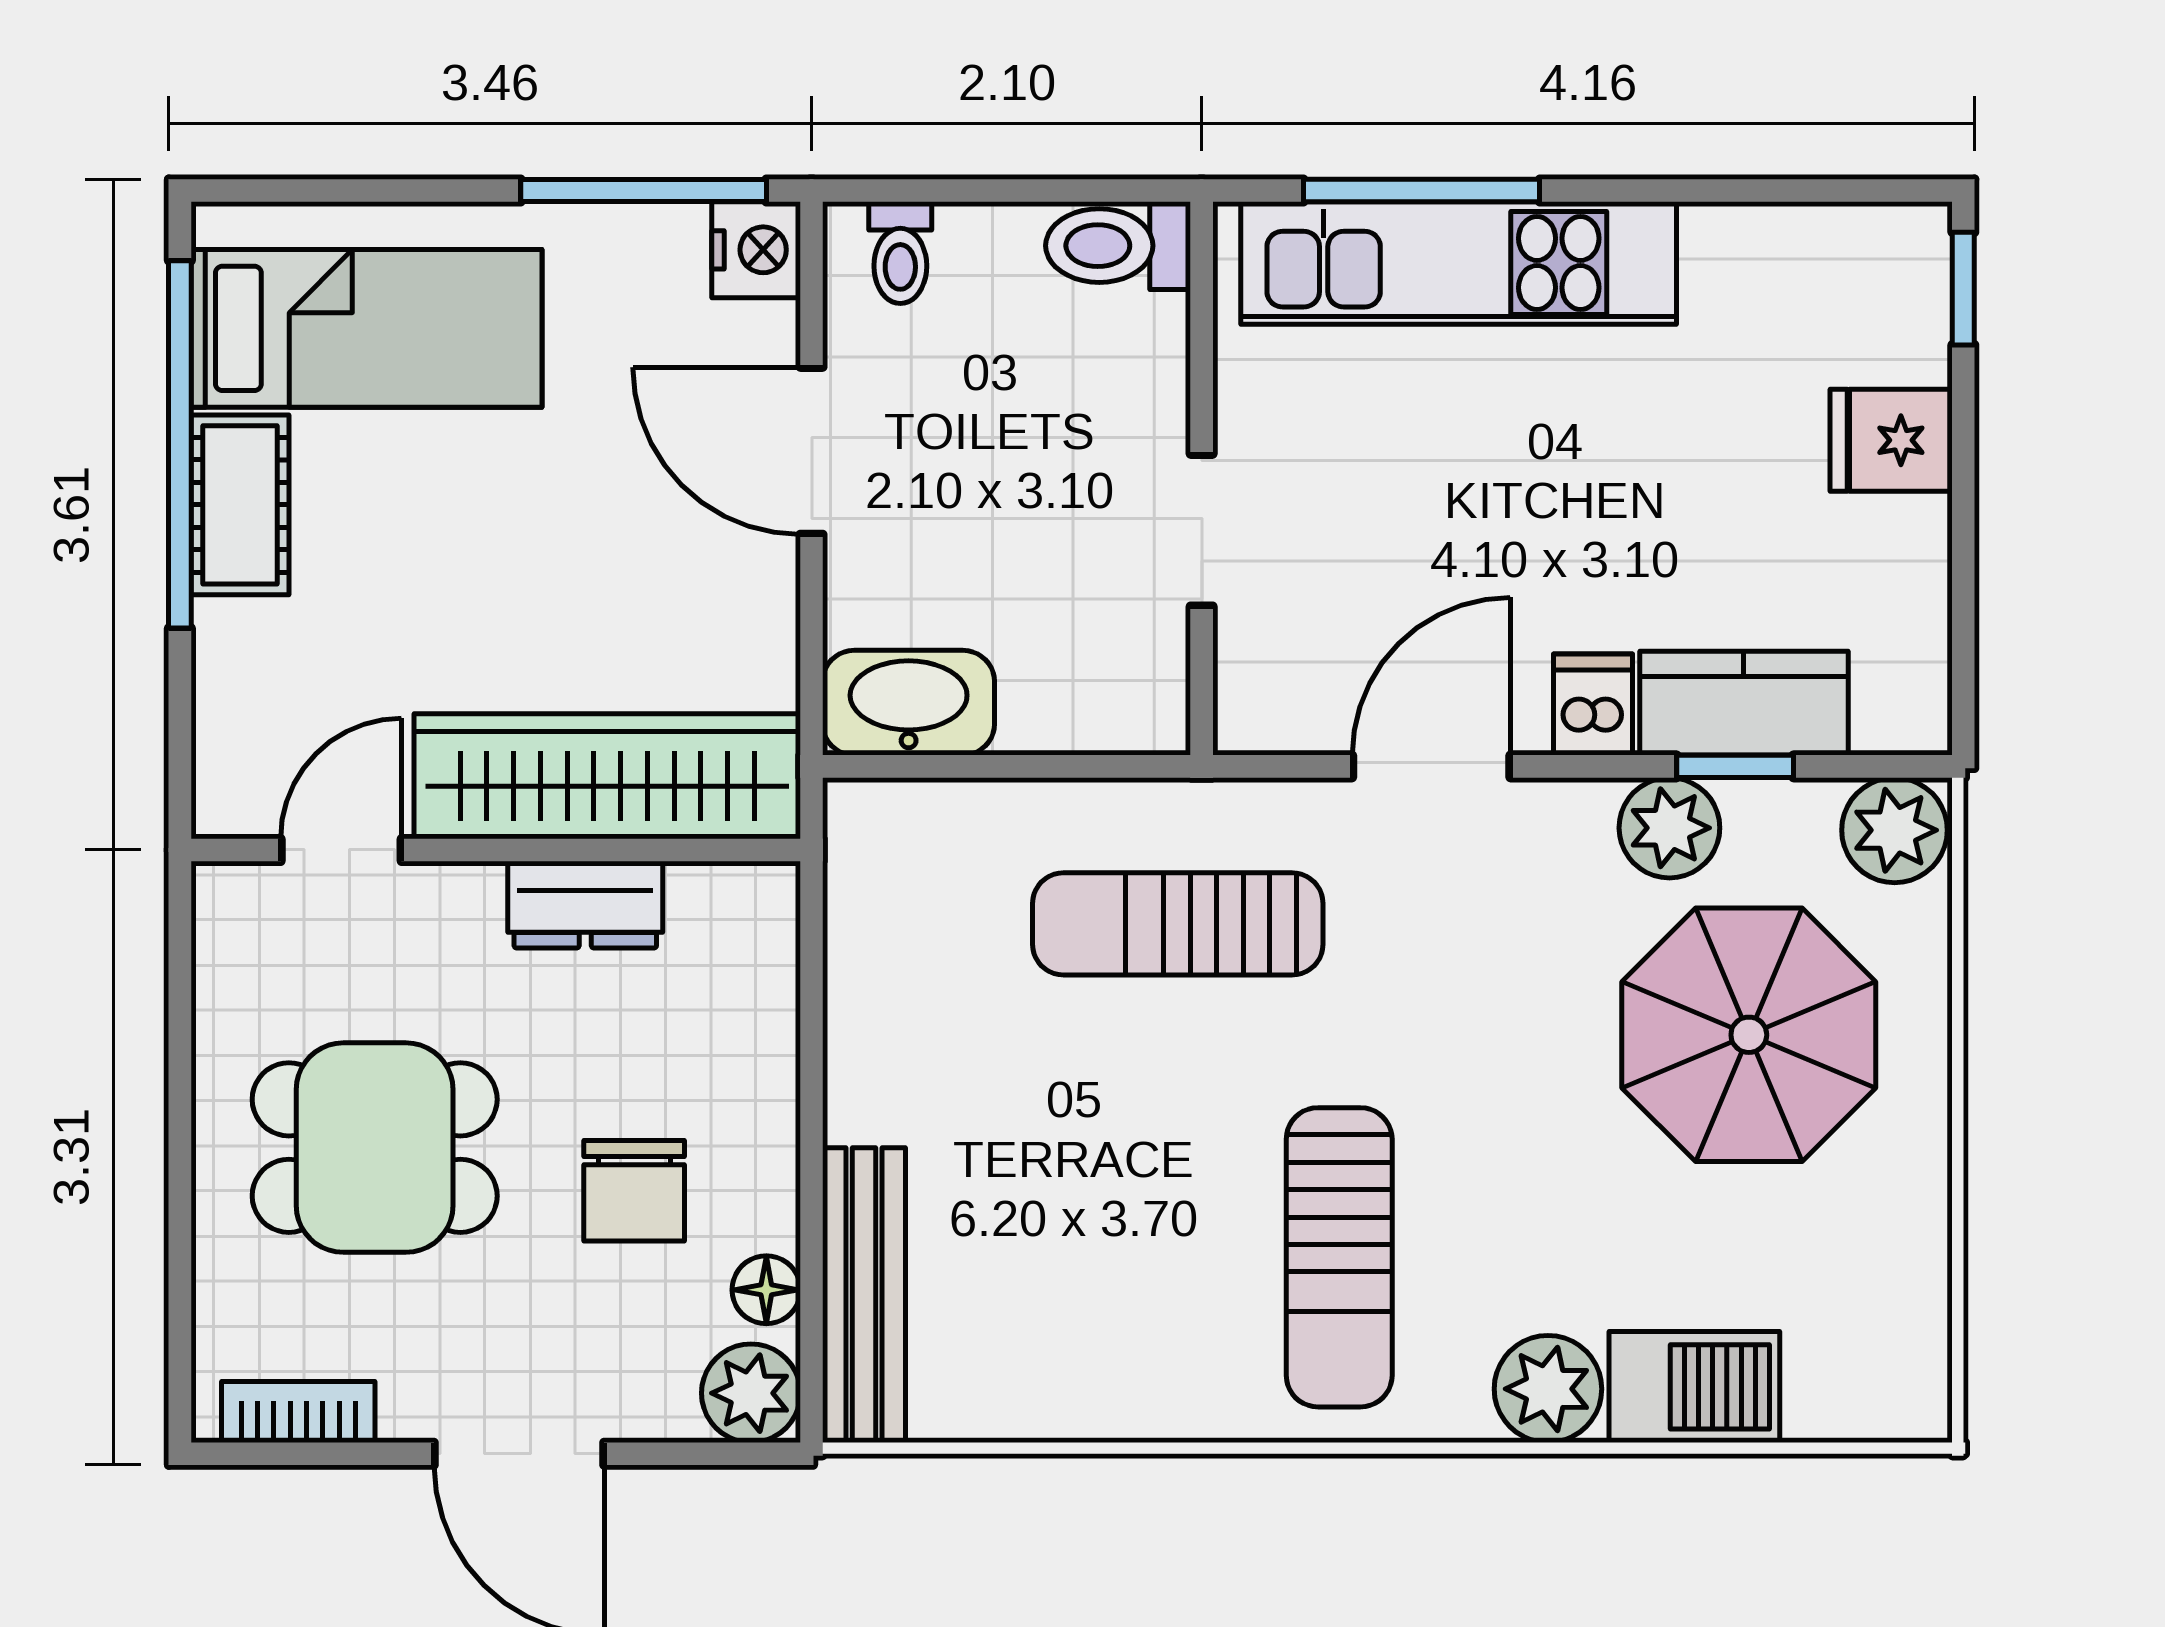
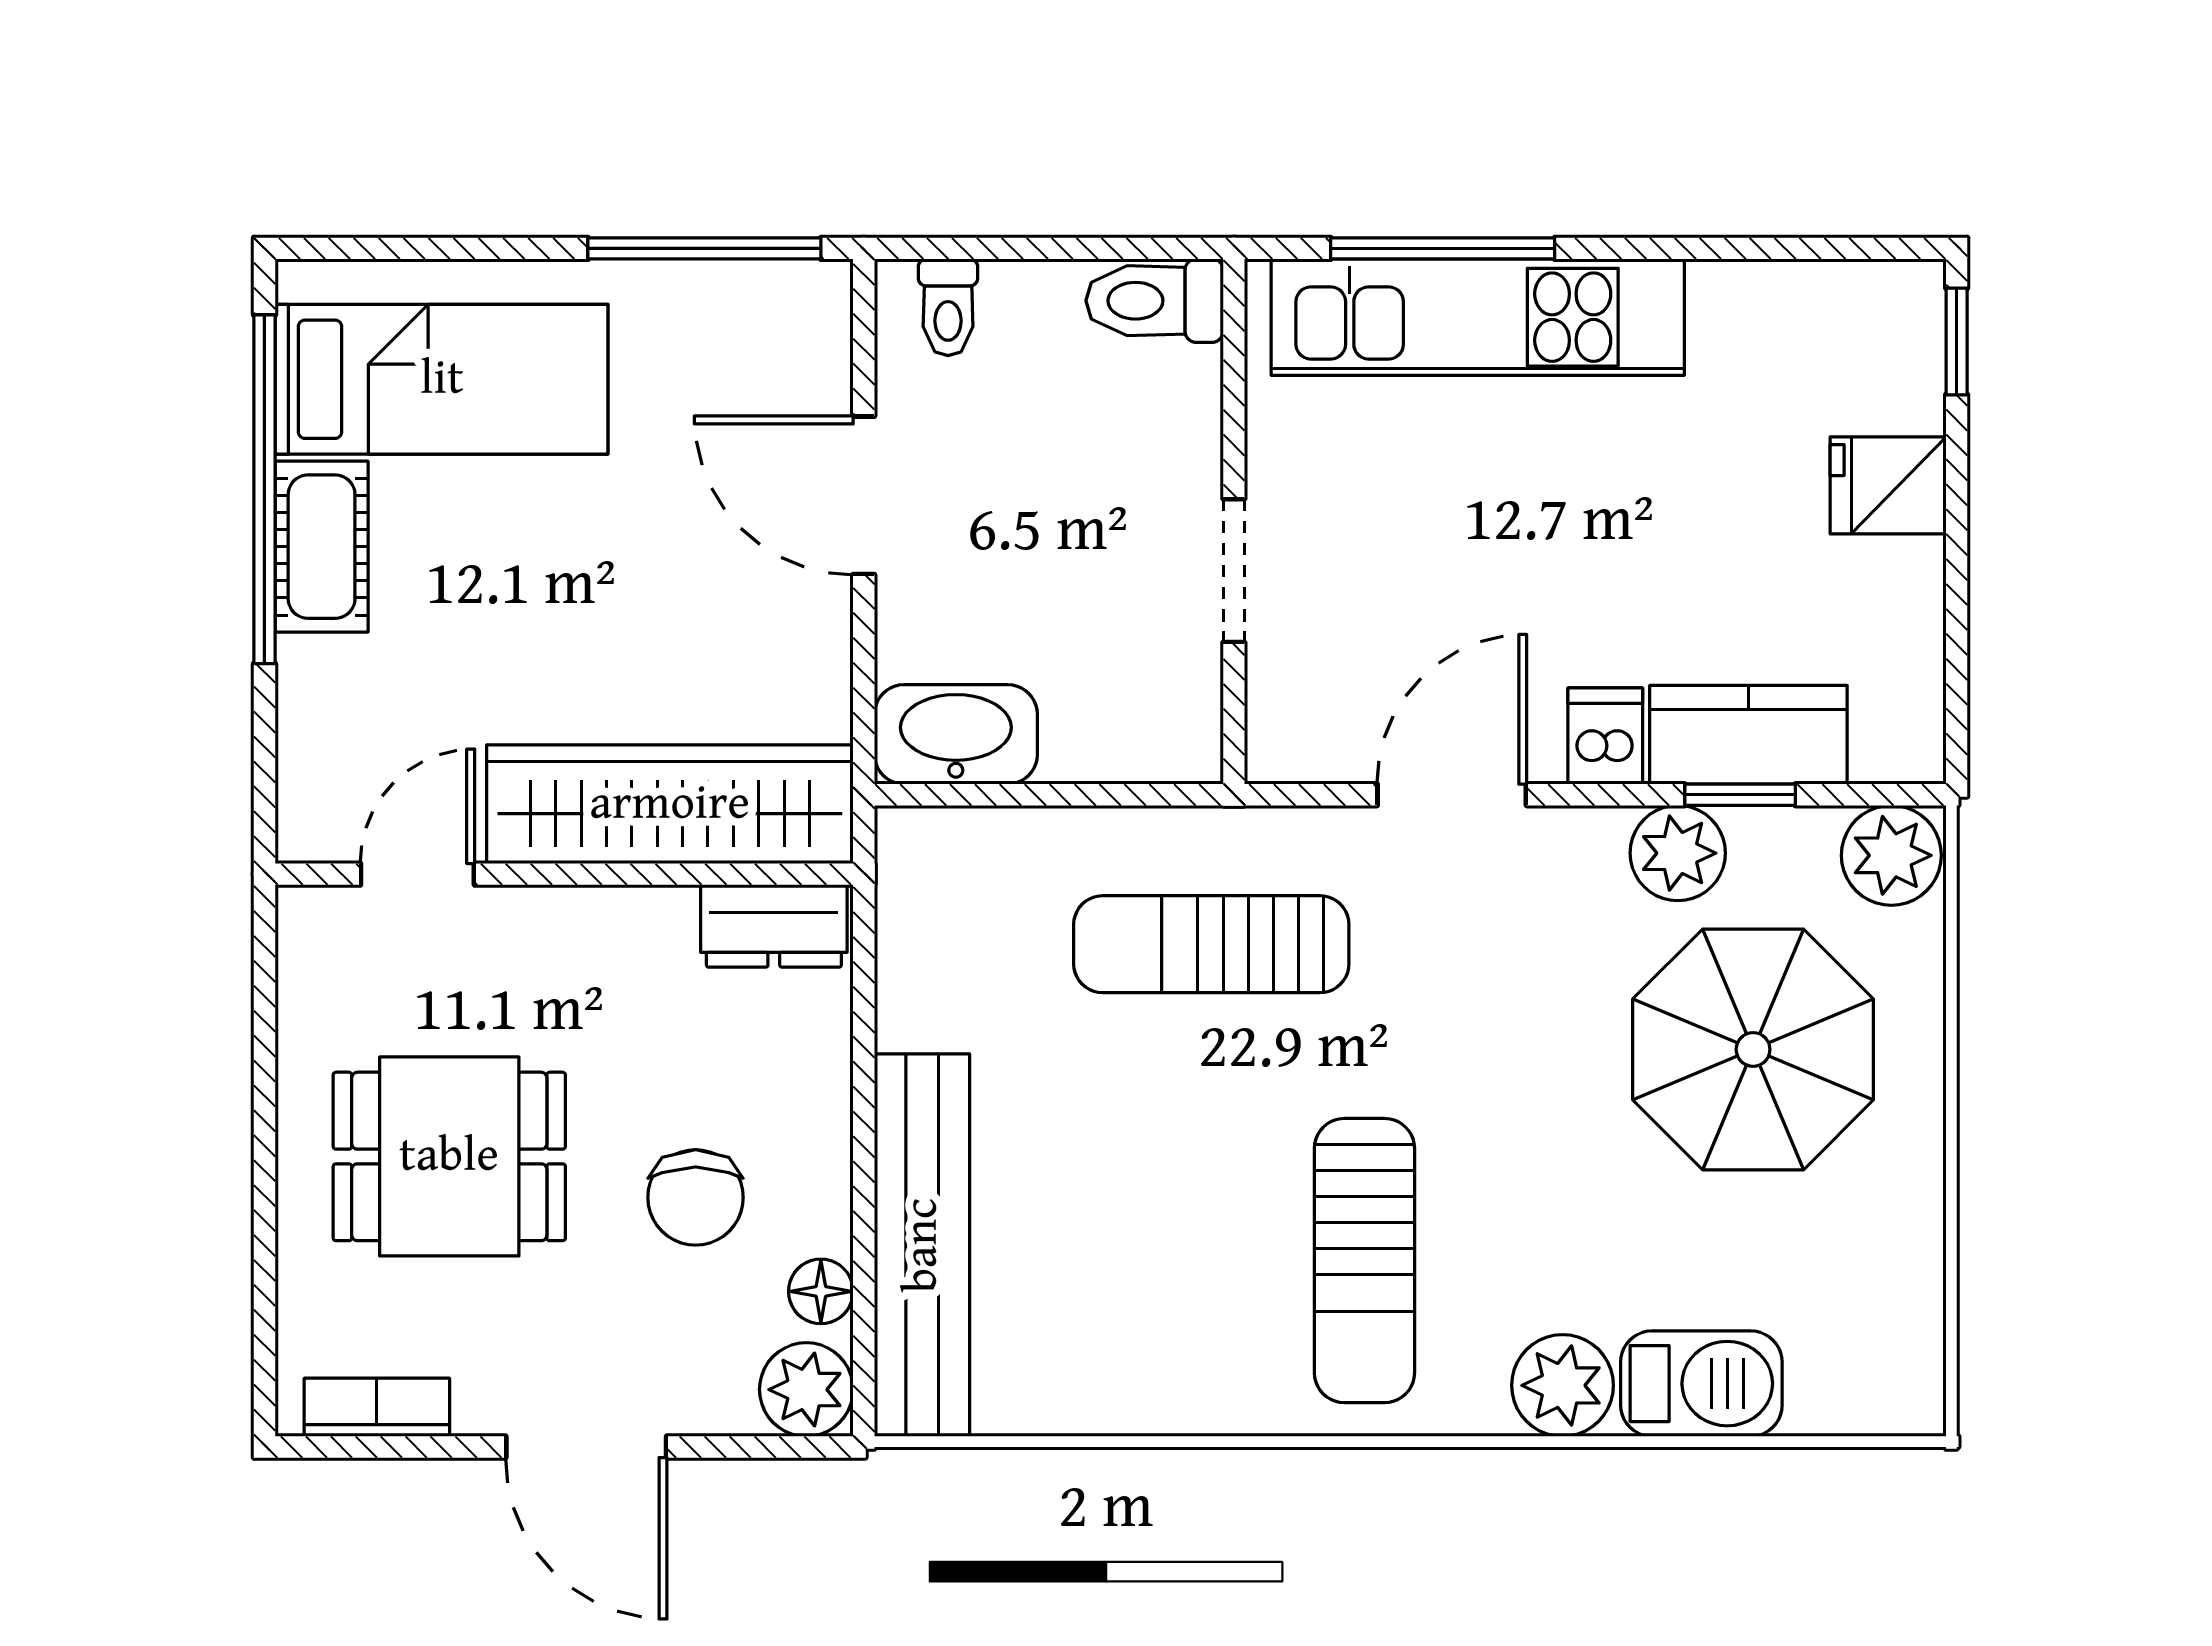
nightstand: (756, 250) -> (811, 305), removed
dresser: (585, 905) -> (774, 926), moved
bench: (864, 1295) -> (922, 1245), width x1.37, depth x1.21

